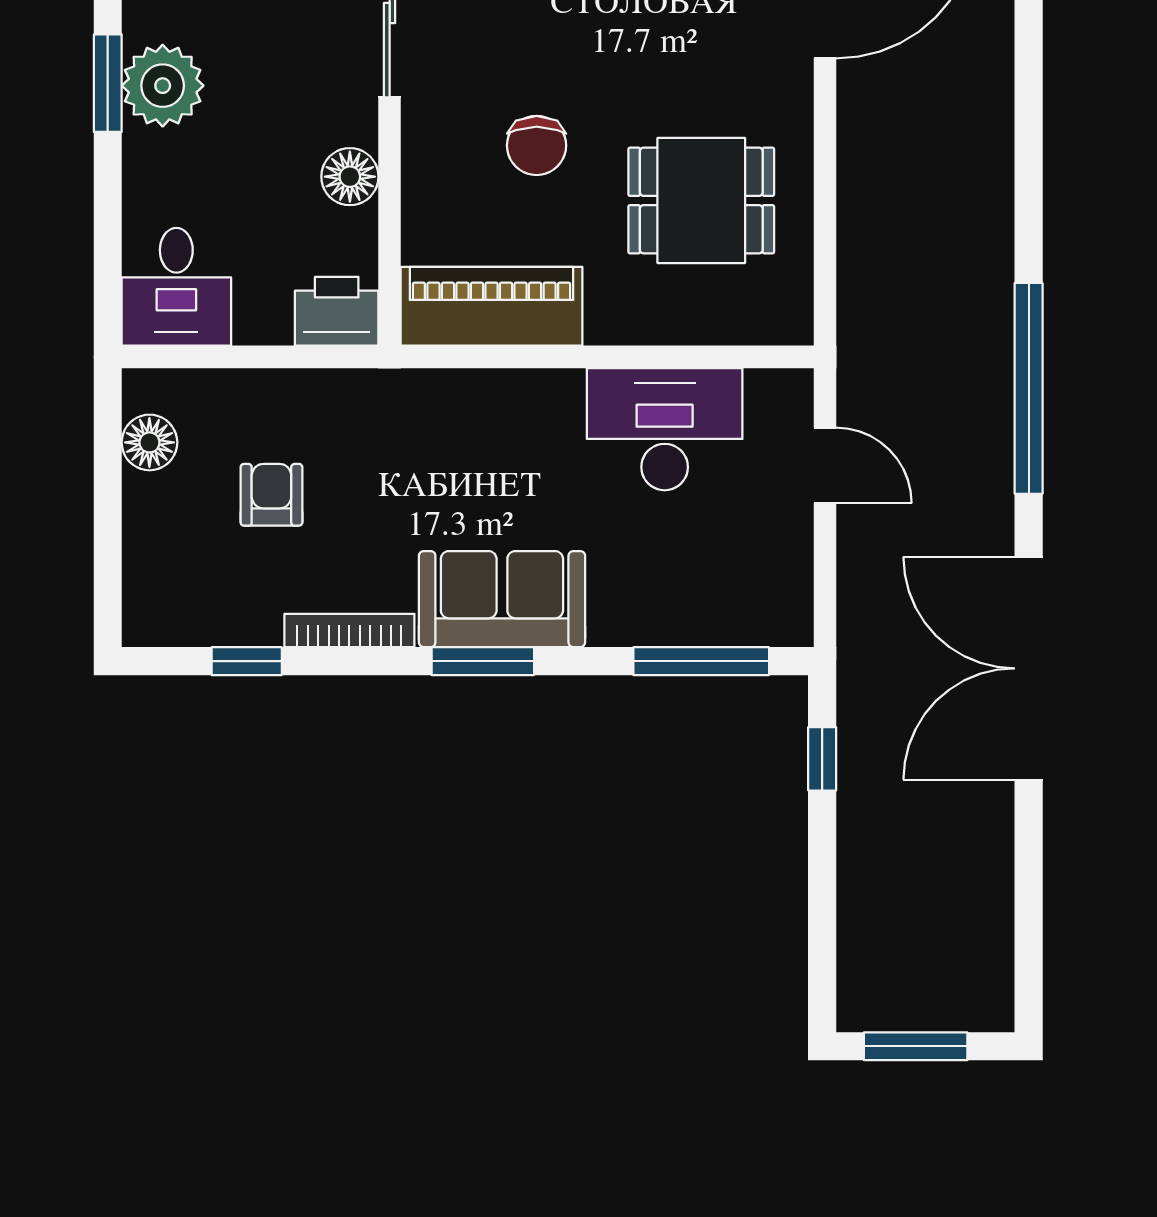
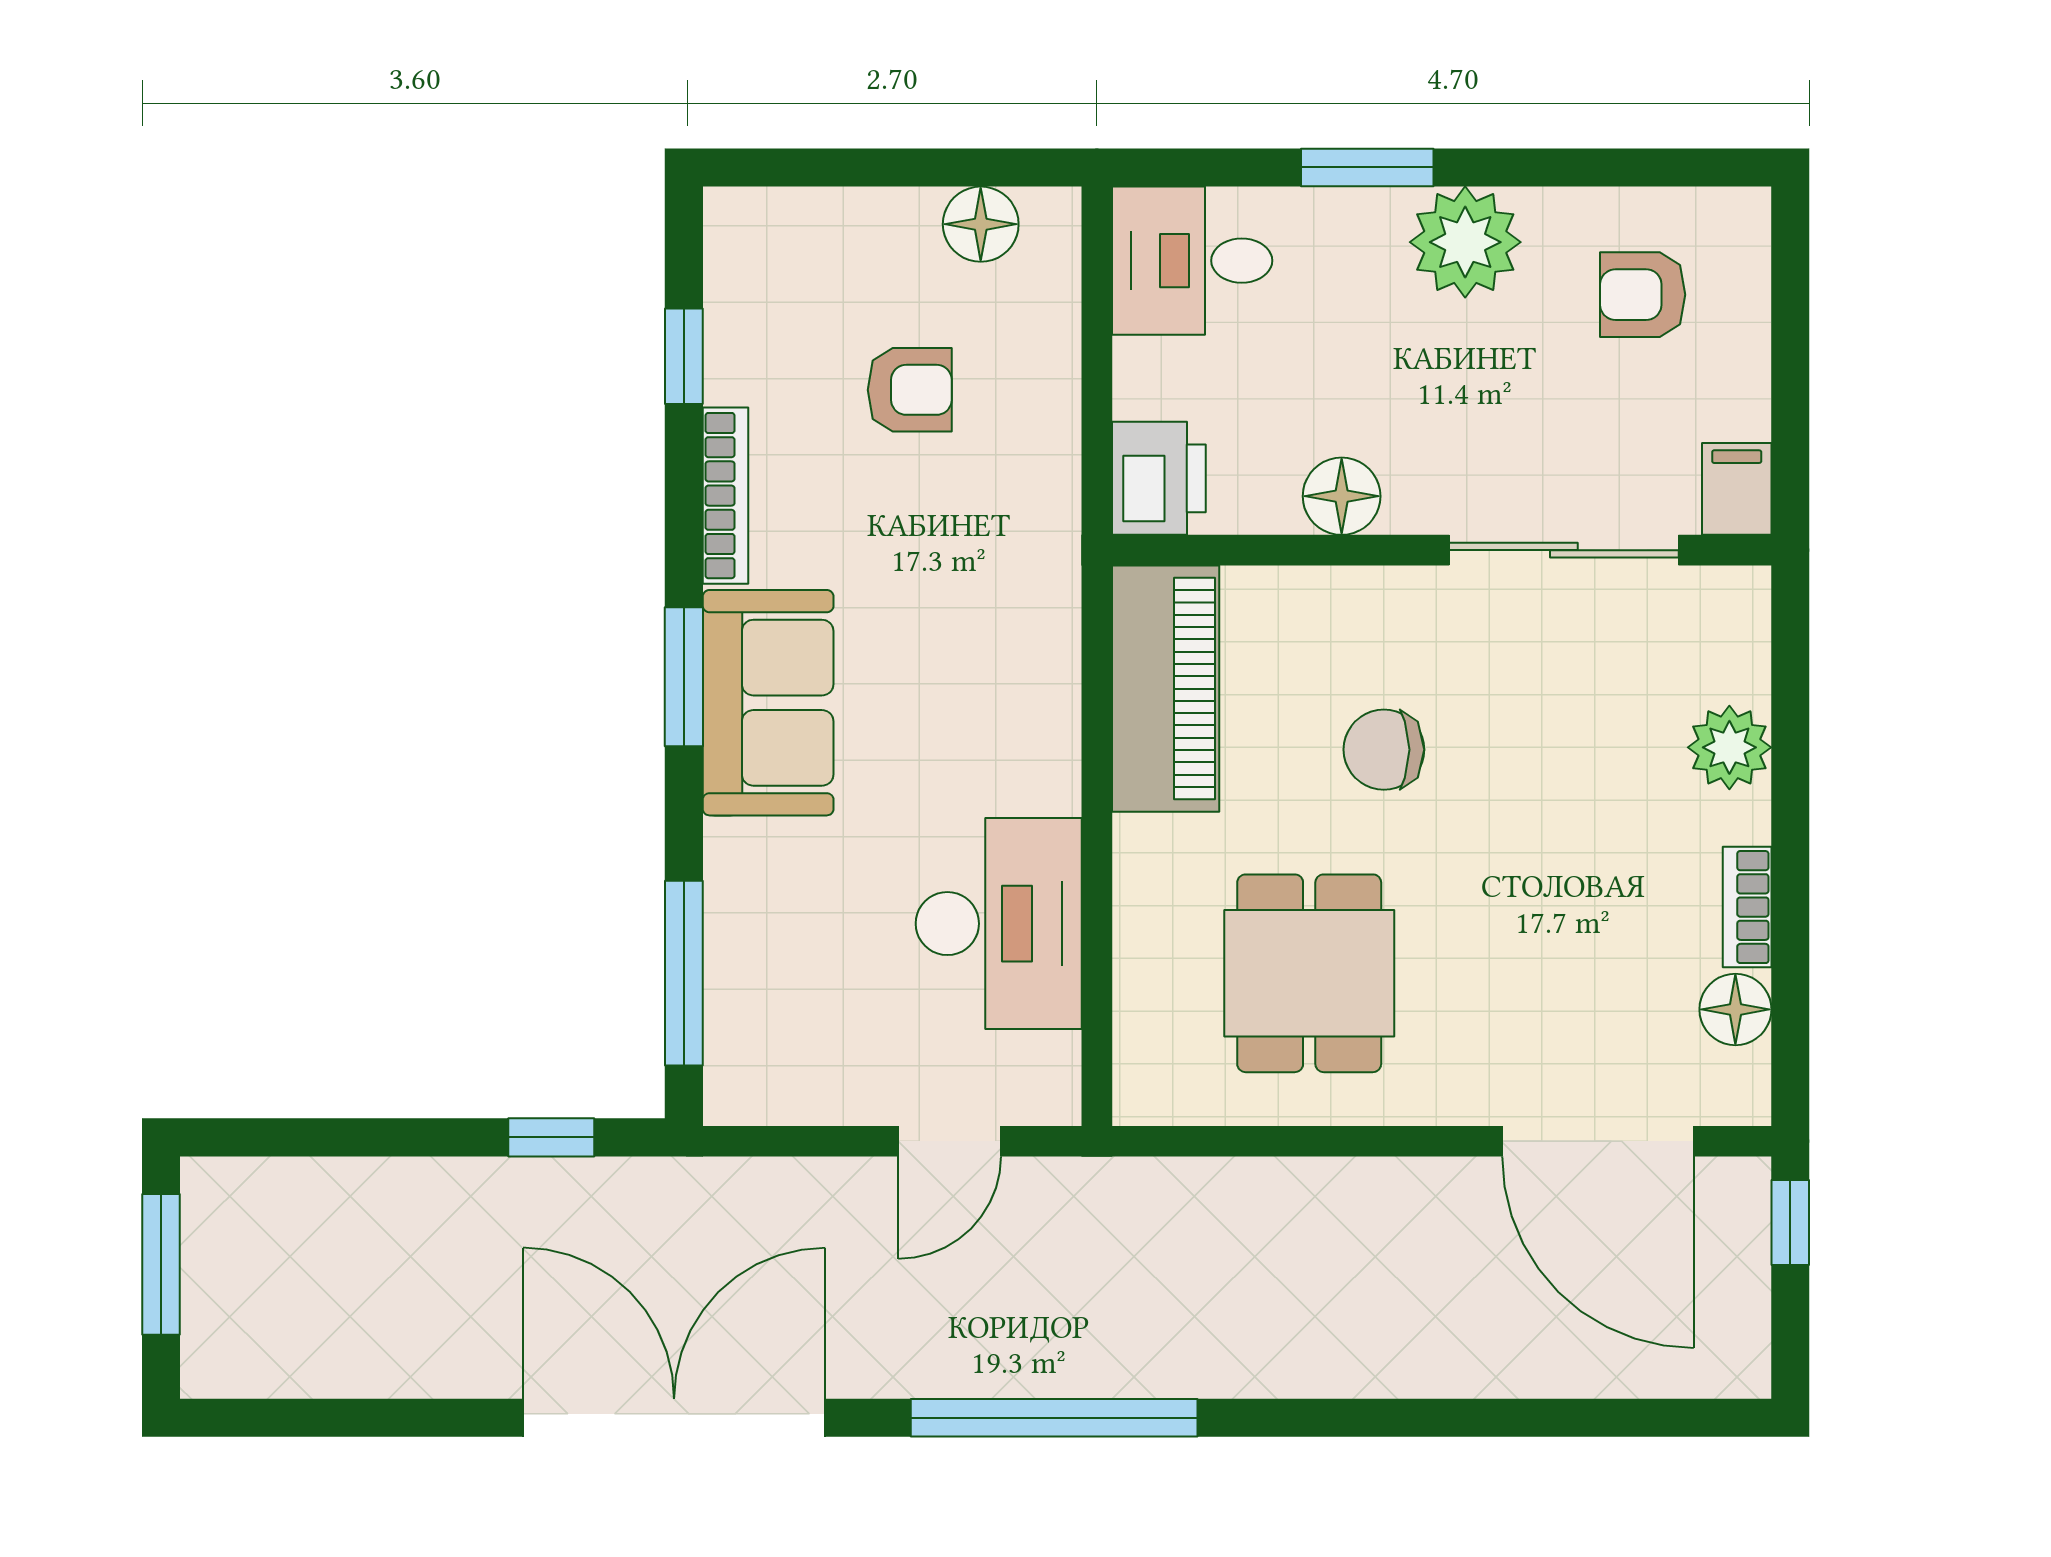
window: (108, 83) -> (1367, 167), moved

